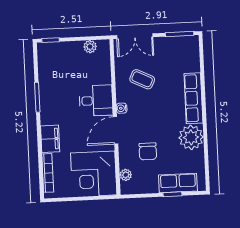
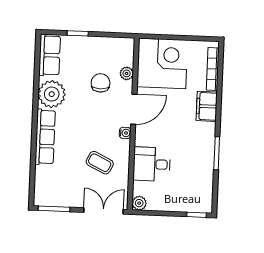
plant: (90, 47) -> (139, 203), moved
desk: (96, 101) -> (152, 164), moved
plant: (126, 175) -> (127, 73), moved
row of seats: (178, 183) -> (50, 55), moved, turned -90

